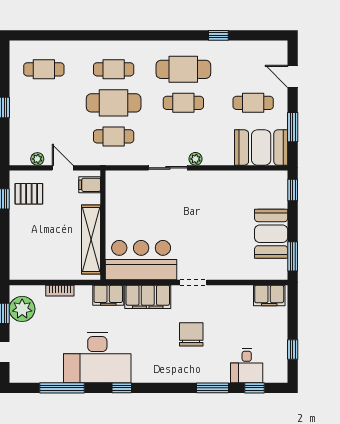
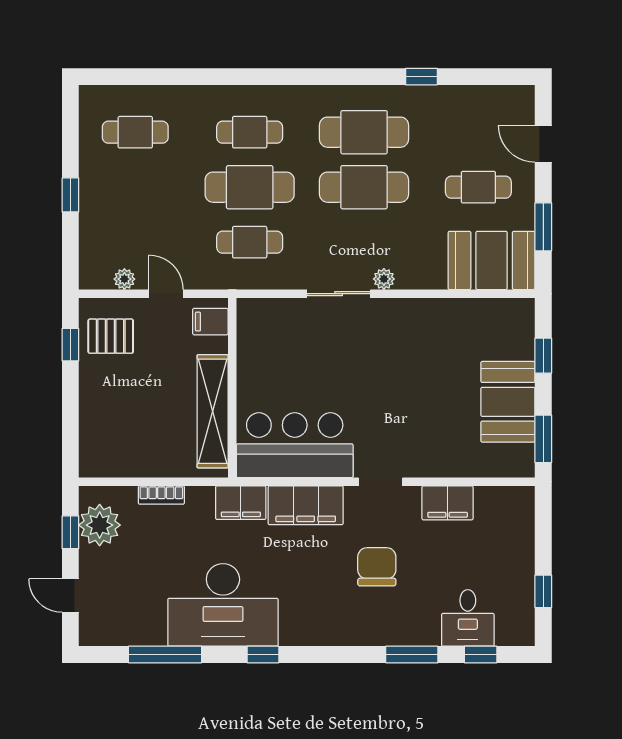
cafe table: (183, 103) -> (364, 187), width x1.37, depth x1.35
window: (293, 190) -> (543, 356), moved
filing cabinet: (269, 295) -> (448, 503), moved

